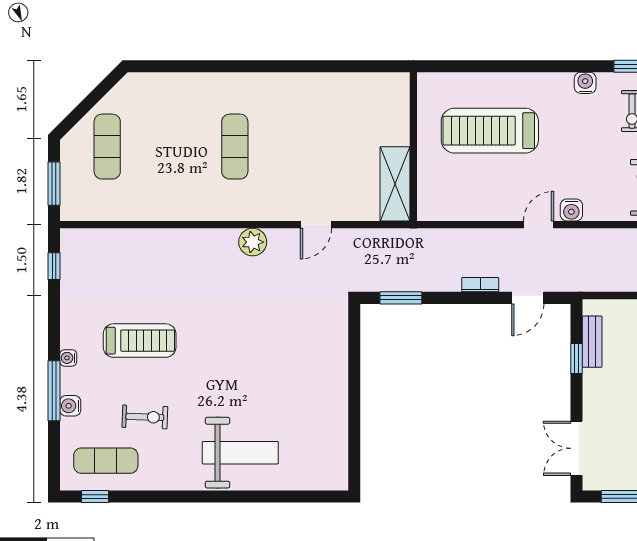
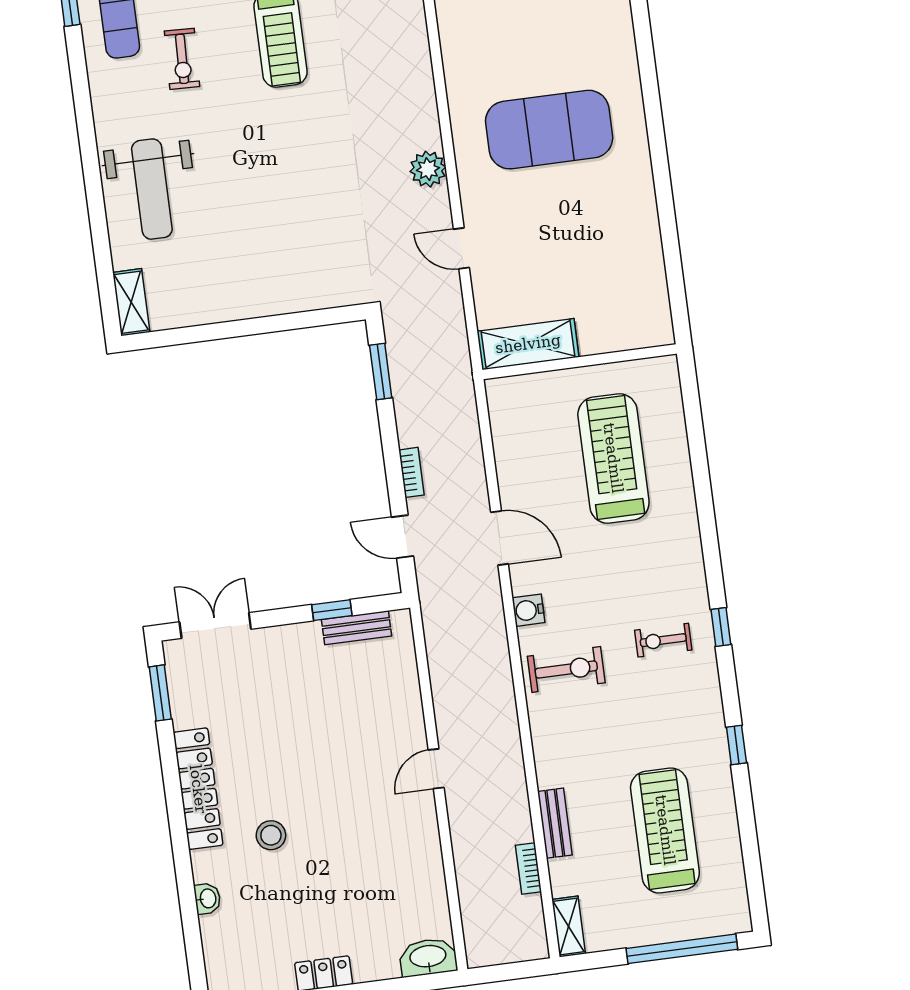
water cooler: (585, 83) -> (692, 574), removed
exercise mat: (235, 147) -> (549, 130), width x2.00, depth x1.45
water cooler: (571, 210) -> (528, 610), moved
door: (539, 225) -> (500, 538), width x1.38
shelving: (324, 480) -> (131, 302), added

